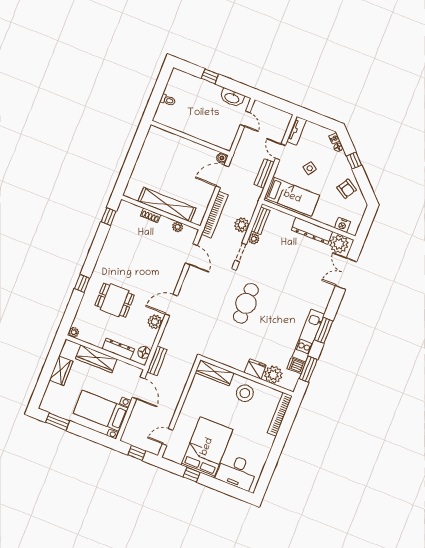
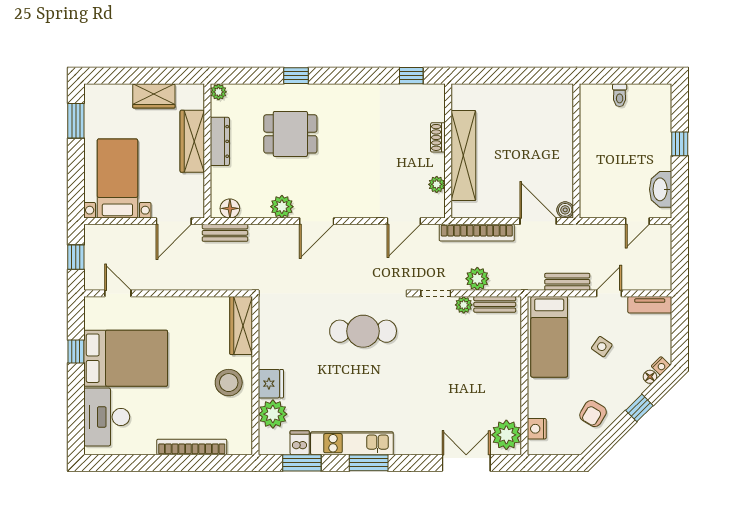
dresser: (312, 231) -> (510, 387), removed
dining table: (115, 300) -> (290, 134), turned 90
door: (171, 305) -> (317, 221), swing flipped
dresser: (118, 349) -> (220, 141), moved
bookcase: (280, 414) -> (192, 447), moved

